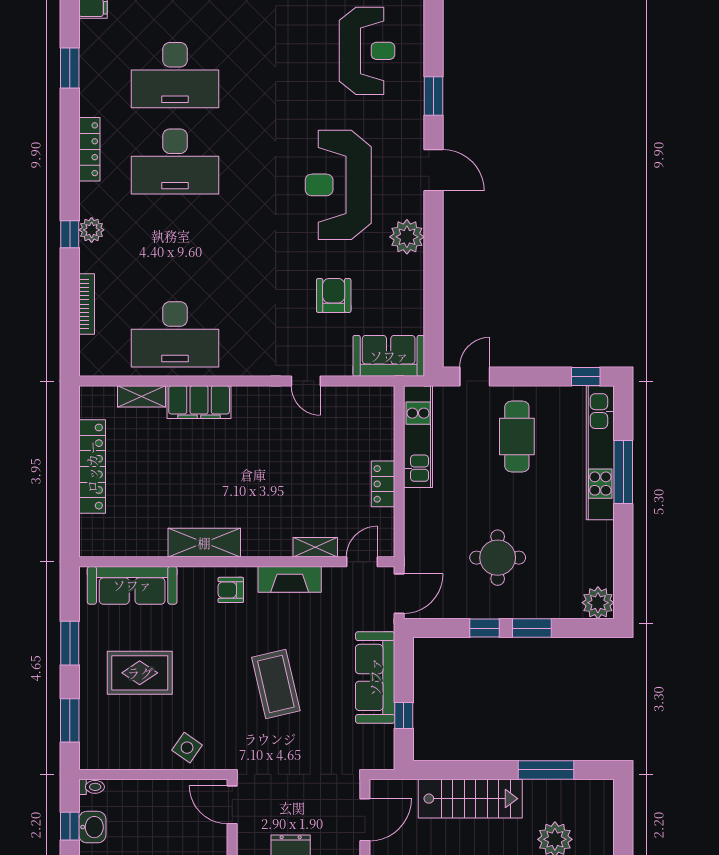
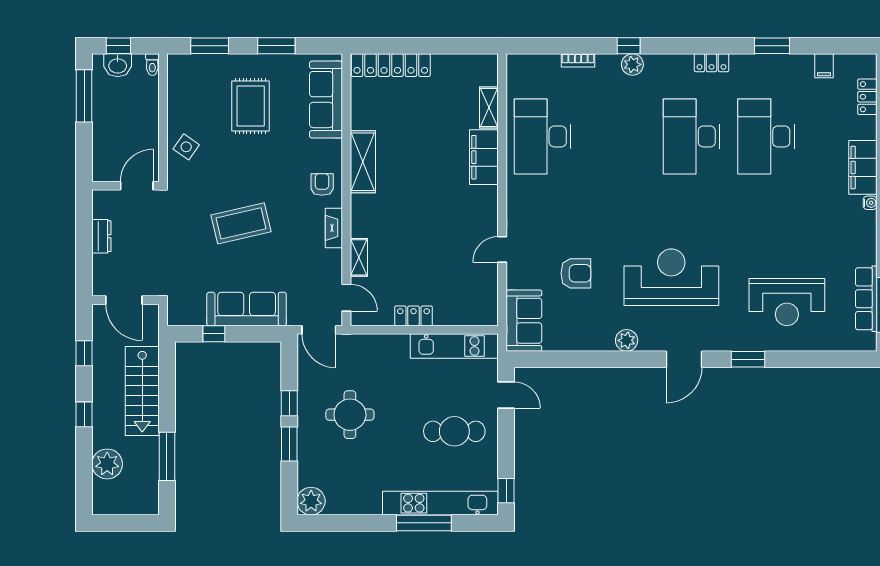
locker: (89, 149) -> (711, 63), width x0.66
plant: (407, 237) -> (627, 340), width x0.73, depth x0.73
bookcase: (87, 304) -> (578, 60), width x0.64
locker: (92, 467) -> (391, 65), moved
fireplace: (290, 579) -> (334, 228), width x0.73, depth x0.76

